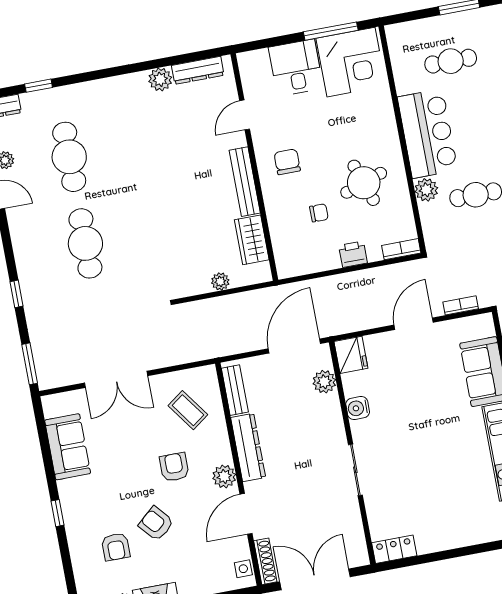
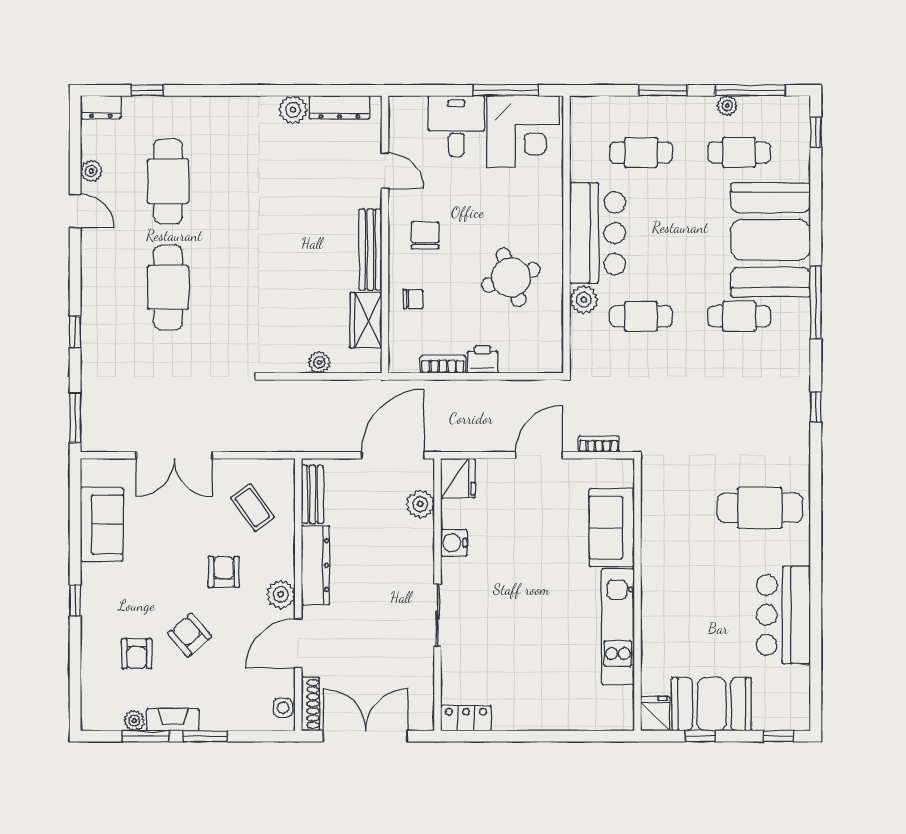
door: (245, 115) -> (385, 171), swing flipped
chair: (319, 213) -> (413, 299), moved
bookcase: (401, 249) -> (443, 364), moved

